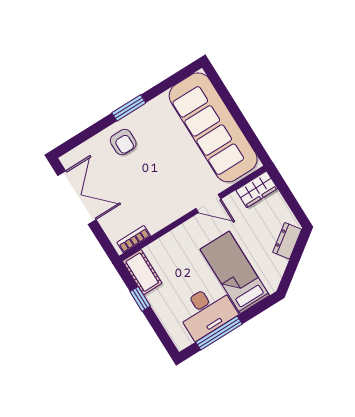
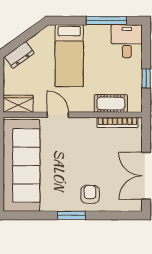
bookcase: (134, 239) -> (117, 122), width x1.56
cot: (142, 272) -> (111, 103), moved, turned 90
desk: (206, 311) -> (127, 41), moved, width x0.73

